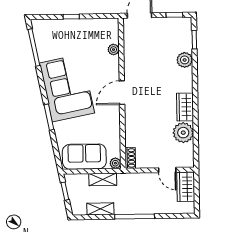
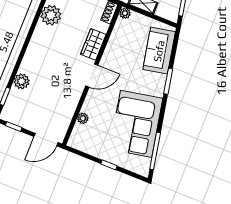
corner sofa: (67, 88) -> (136, 124), moved
wardrobe: (185, 107) -> (93, 44), moved, turned 180
sofa: (84, 157) -> (159, 51), moved, turned 79

